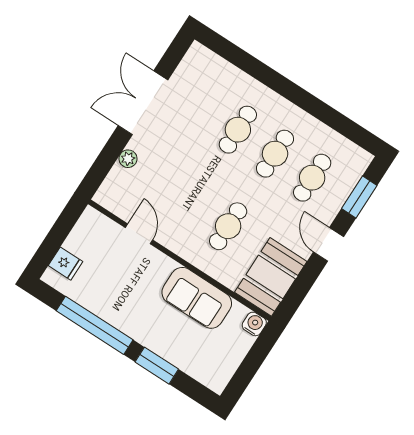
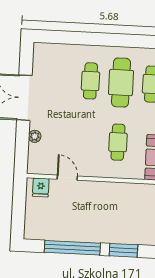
cafe table: (275, 154) -> (121, 83), width x1.37, depth x1.35
fridge: (66, 264) -> (41, 187), moved, turned 90
sofa: (197, 298) -> (124, 196), removed

